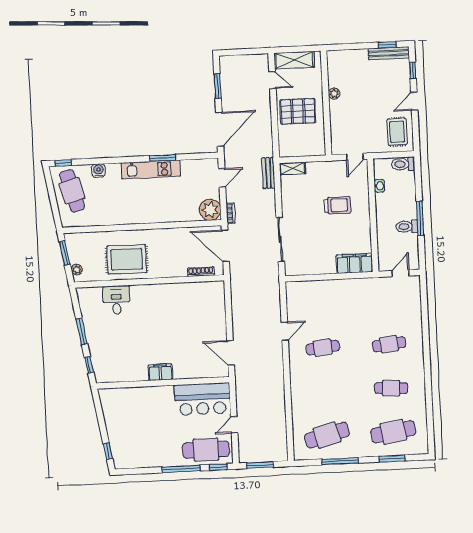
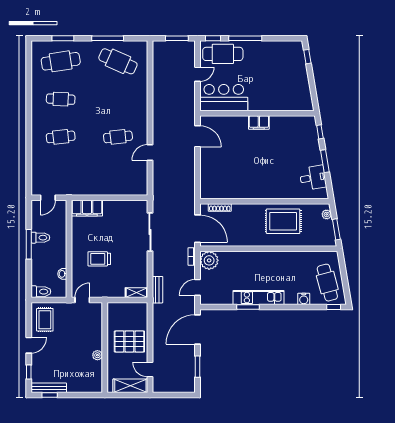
desk: (116, 300) -> (313, 178), moved, turned -99
cafe table: (327, 435) -> (118, 61), turned 39

